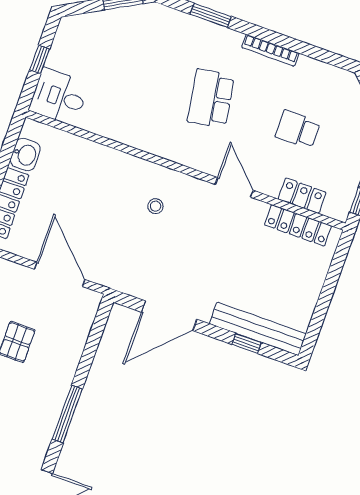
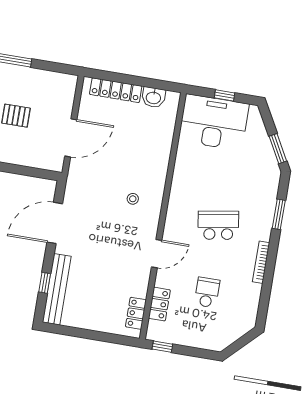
desk: (59, 97) -> (214, 122), width x1.87, depth x1.30
locker: (298, 225) -> (136, 313), width x0.66
door: (169, 316) -> (55, 223), hinge flipped

